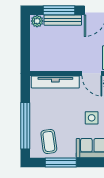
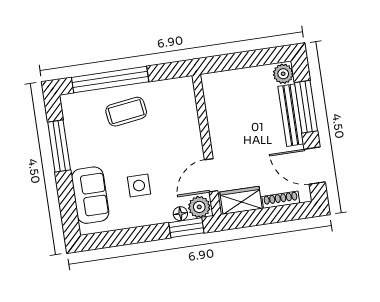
tv unit: (55, 82) -> (189, 118), removed
coffee table: (49, 141) -> (126, 112), moved

